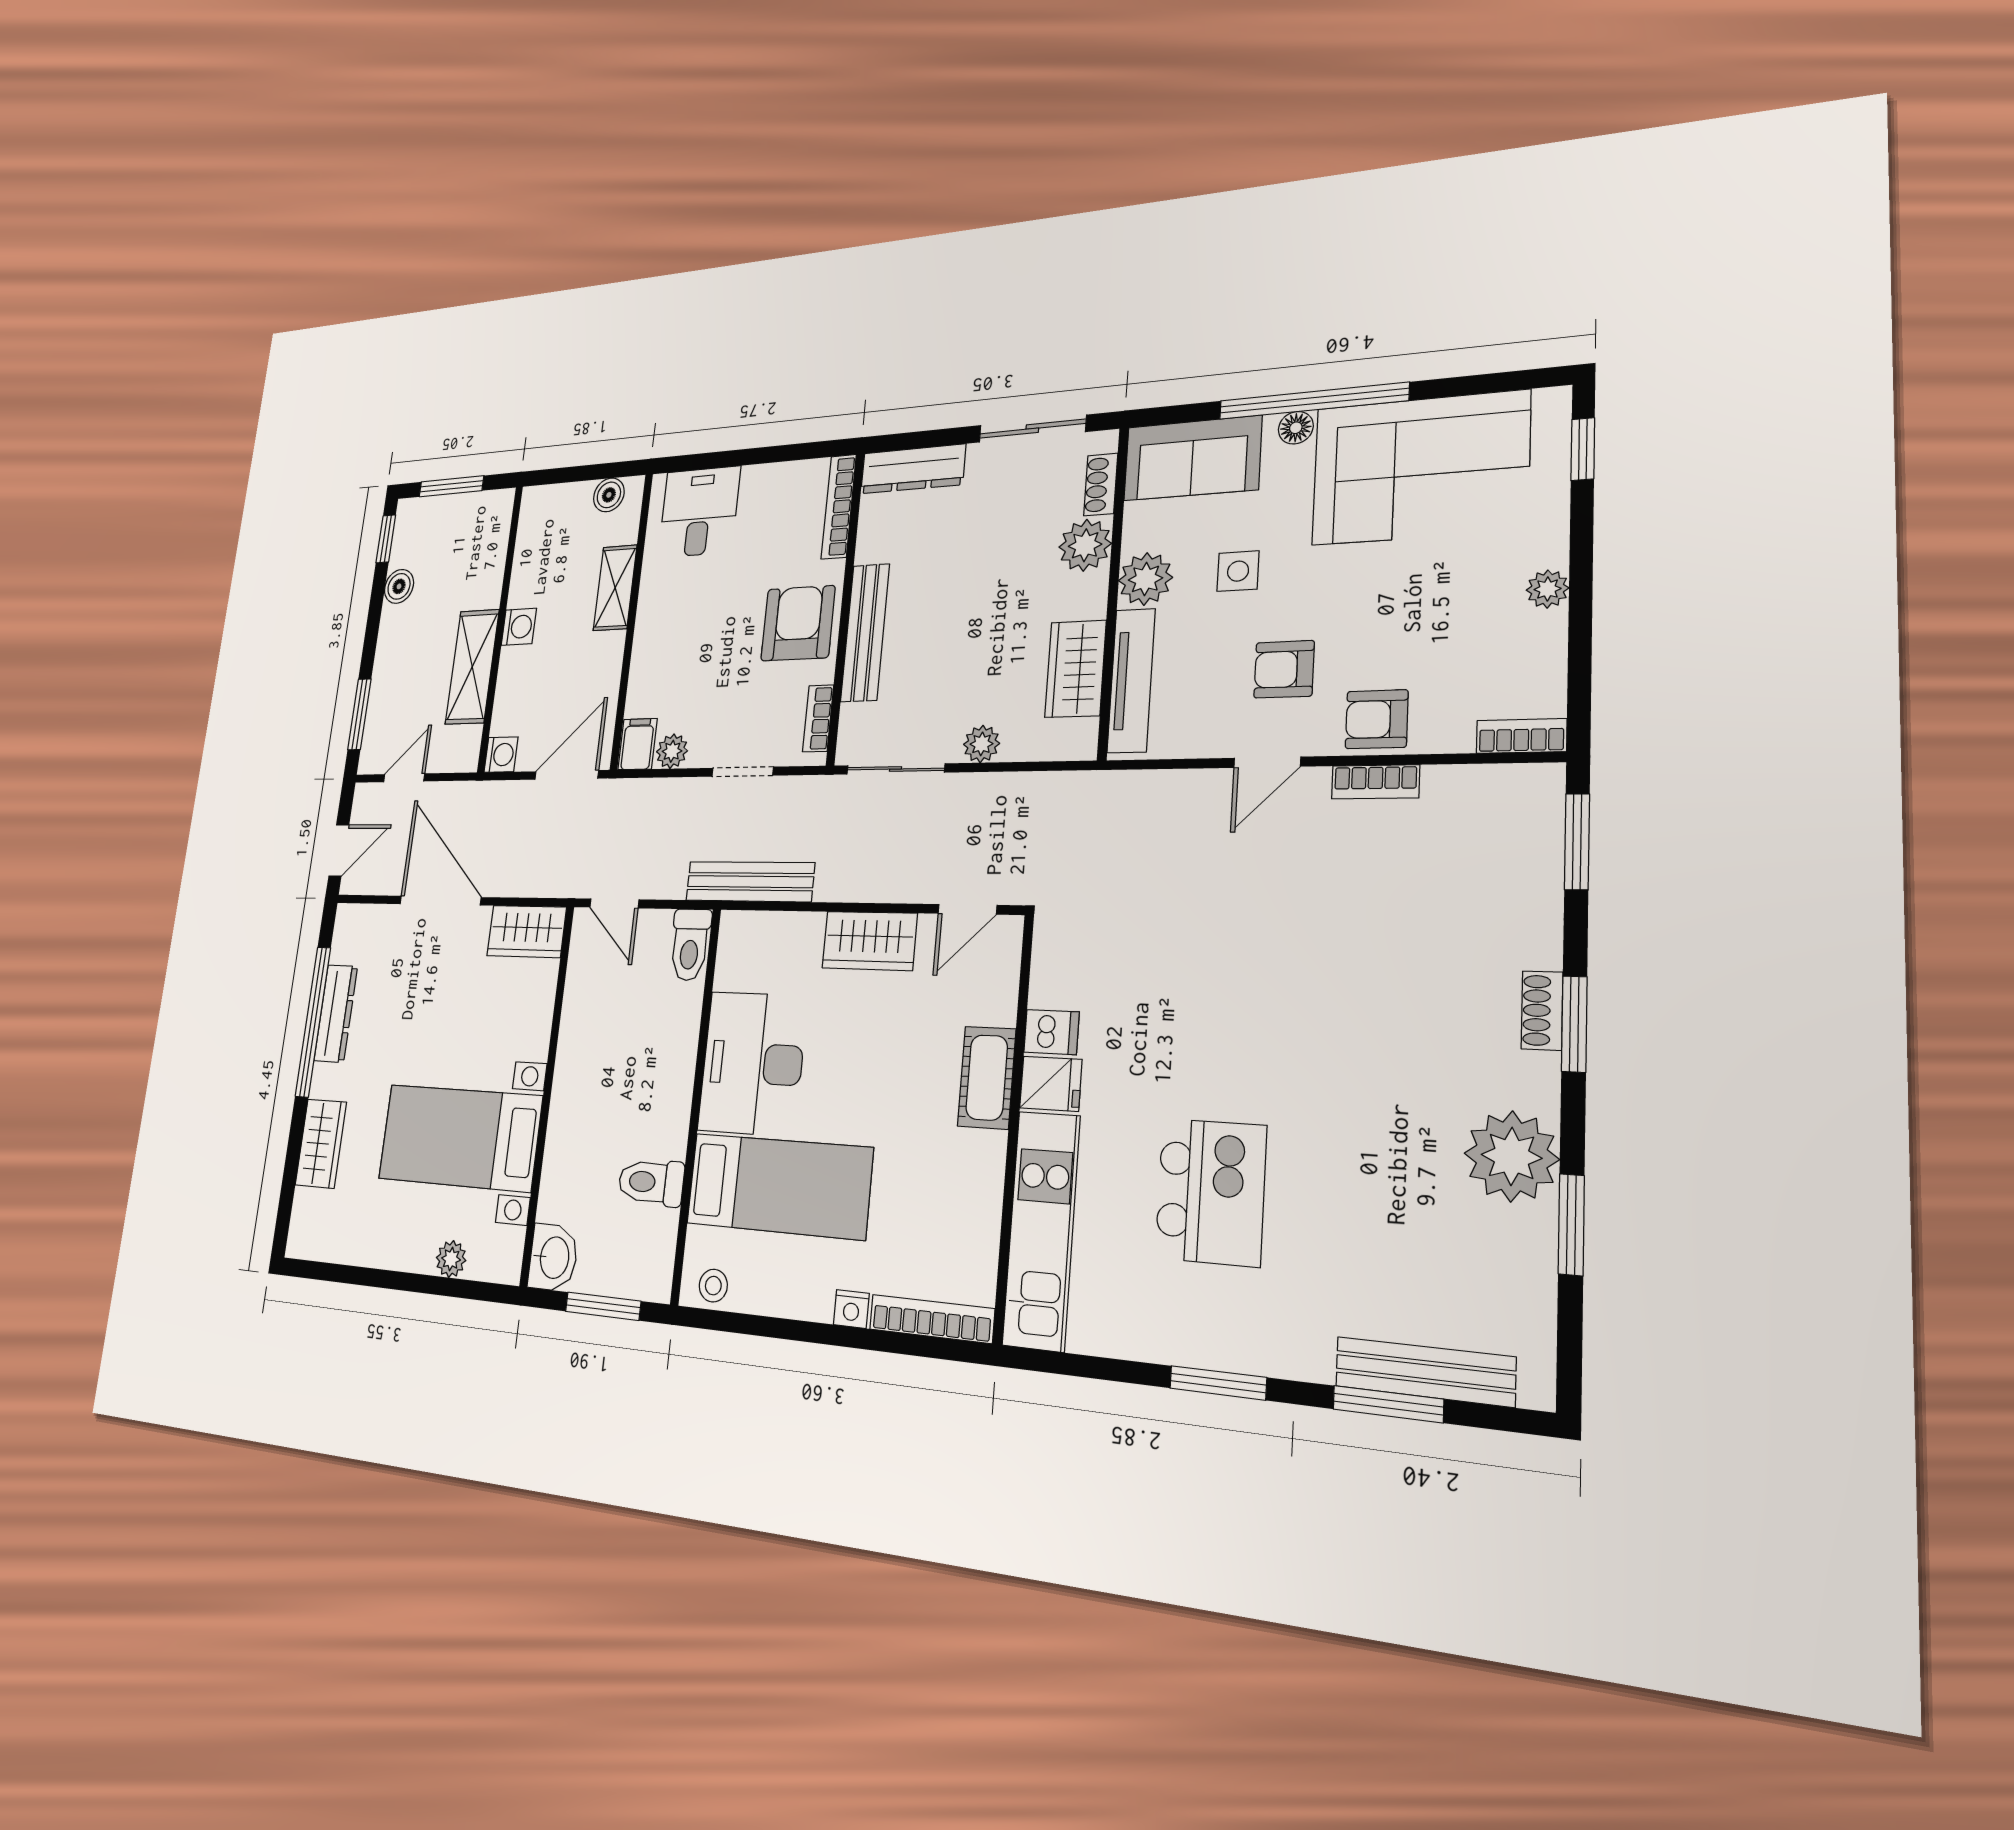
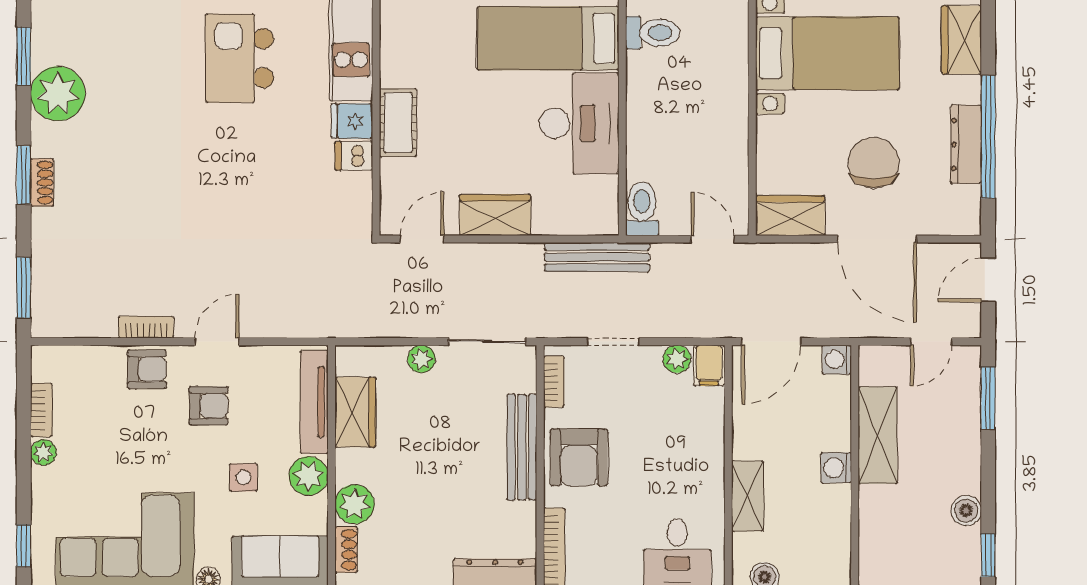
bookcase: (1521, 736) -> (41, 410), moved, turned -90
chair: (431, 995) -> (874, 163), added

